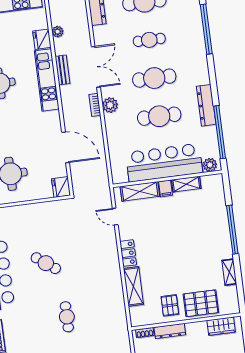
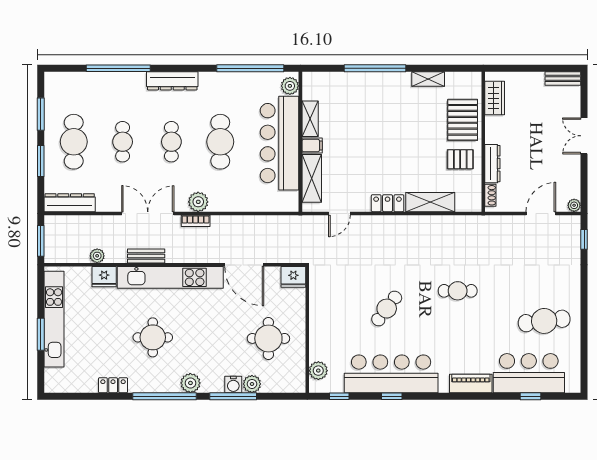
cafe table: (154, 78) -> (171, 142), width x0.73, depth x0.74
kitchen unit: (47, 80) -> (170, 277), width x1.36
dresser: (206, 105) -> (172, 81), moved
door: (66, 147) -> (244, 265), swing flipped

